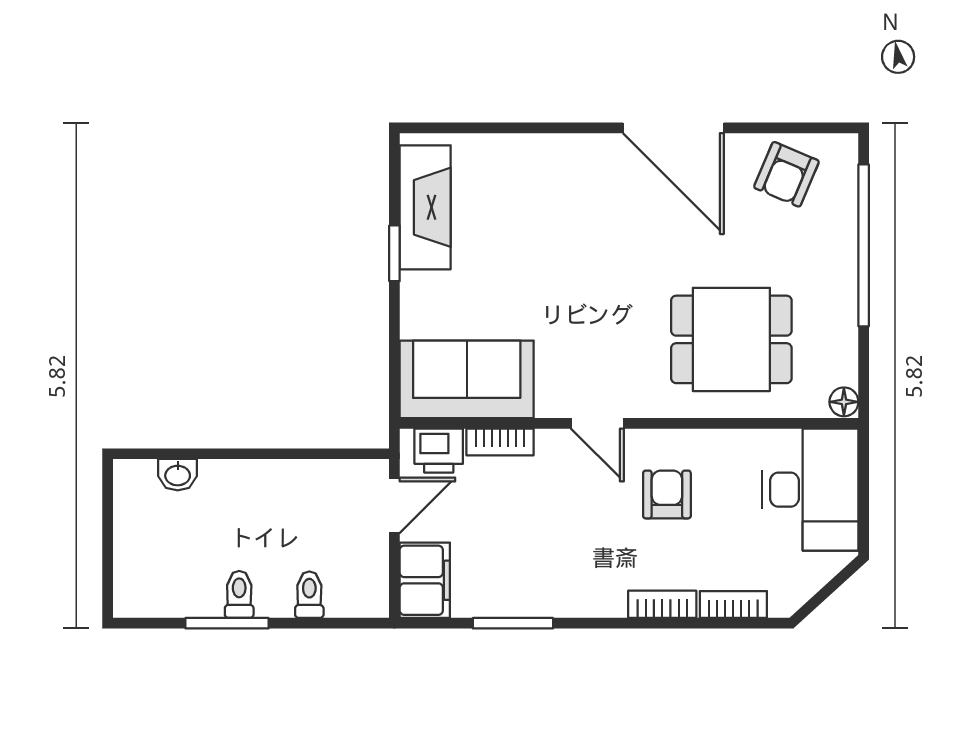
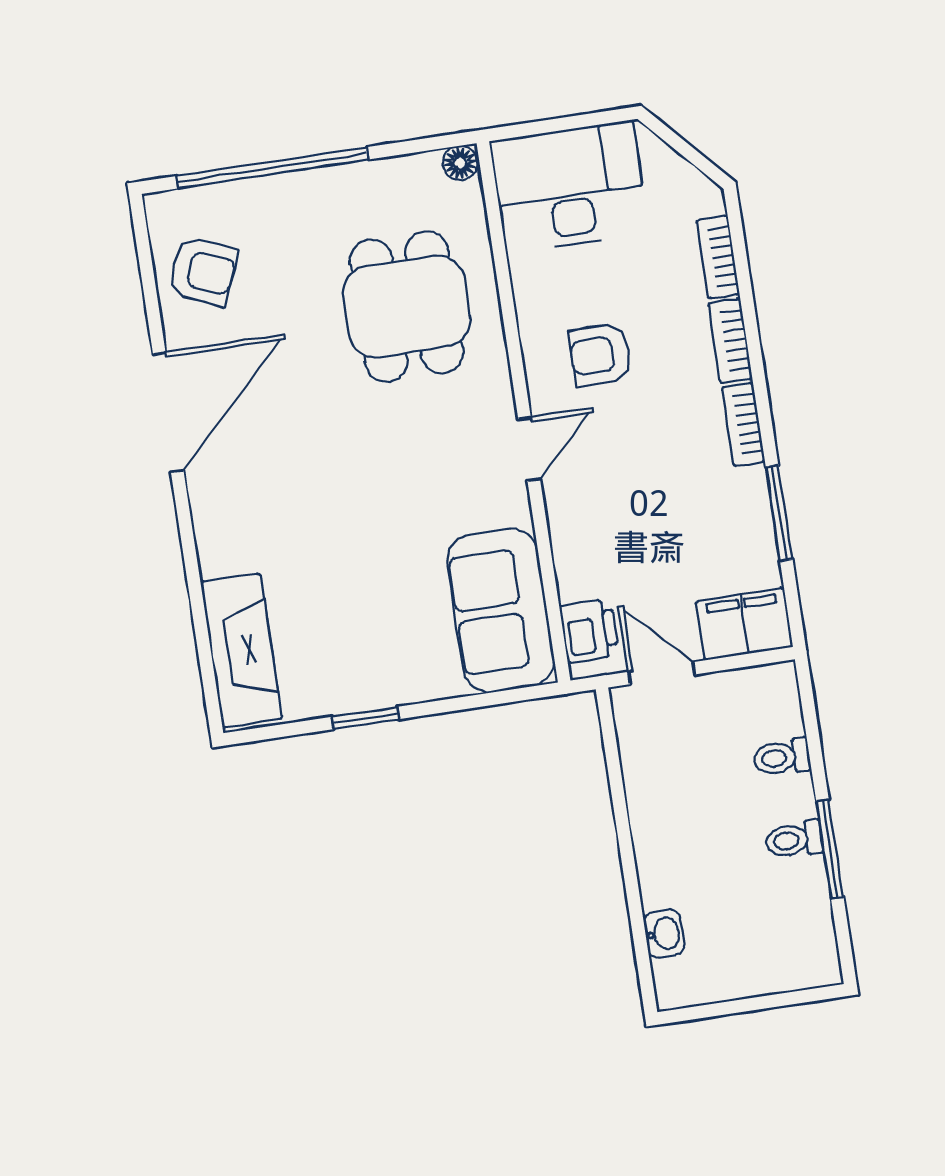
fireplace: (425, 207) -> (241, 650), moved, turned 90
bookcase: (500, 442) -> (743, 424), moved, turned 180

